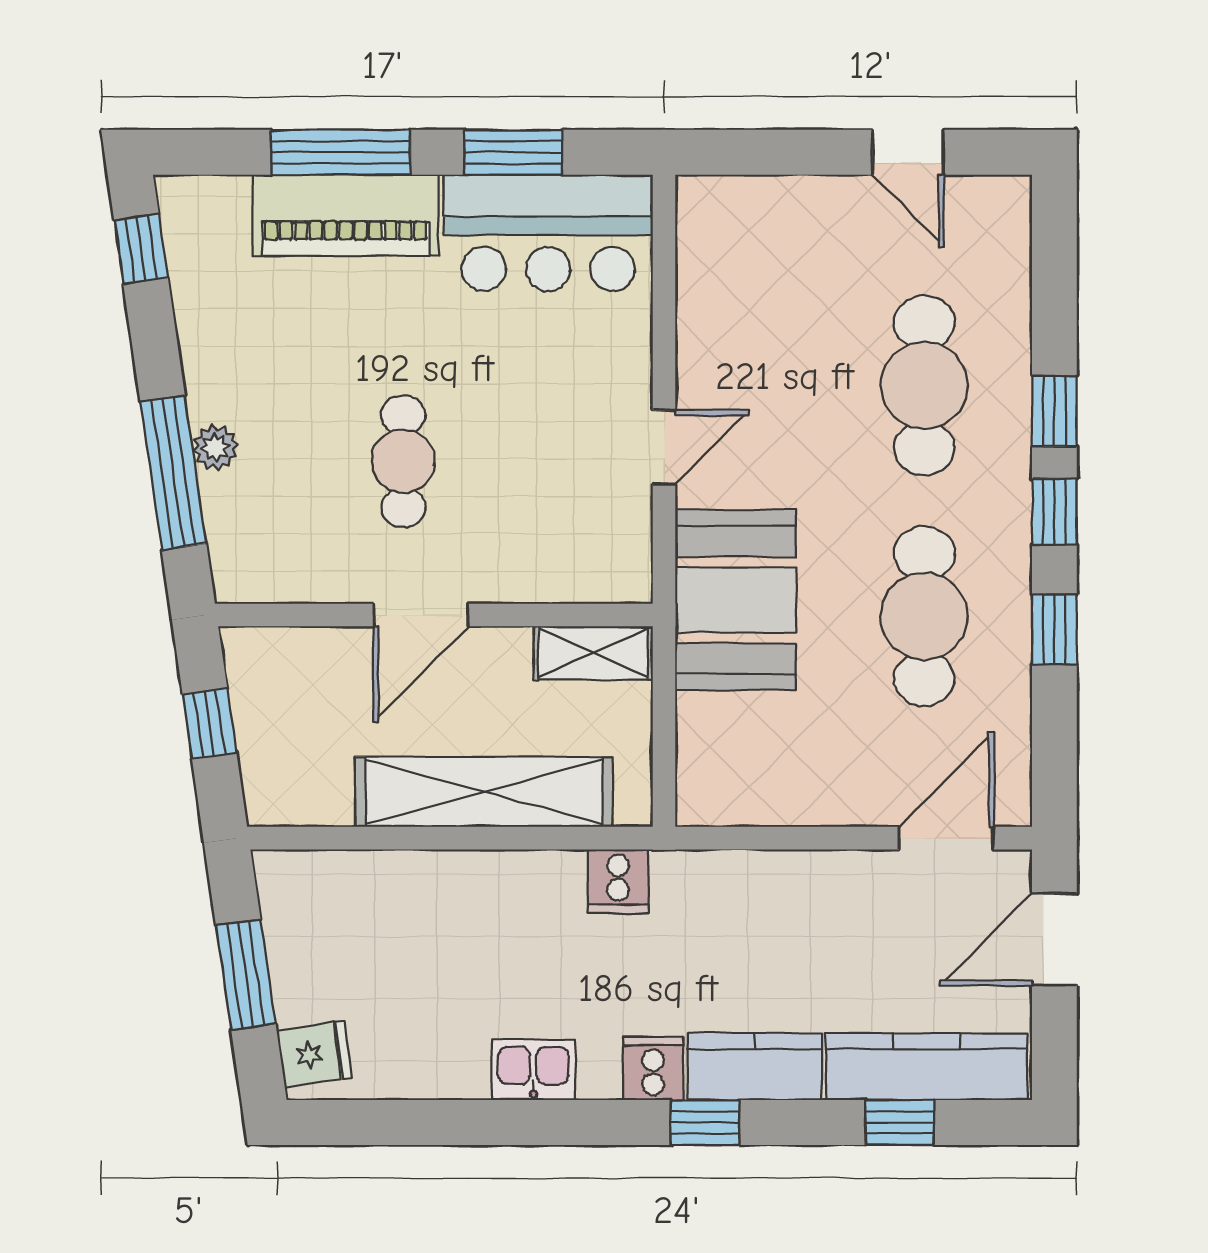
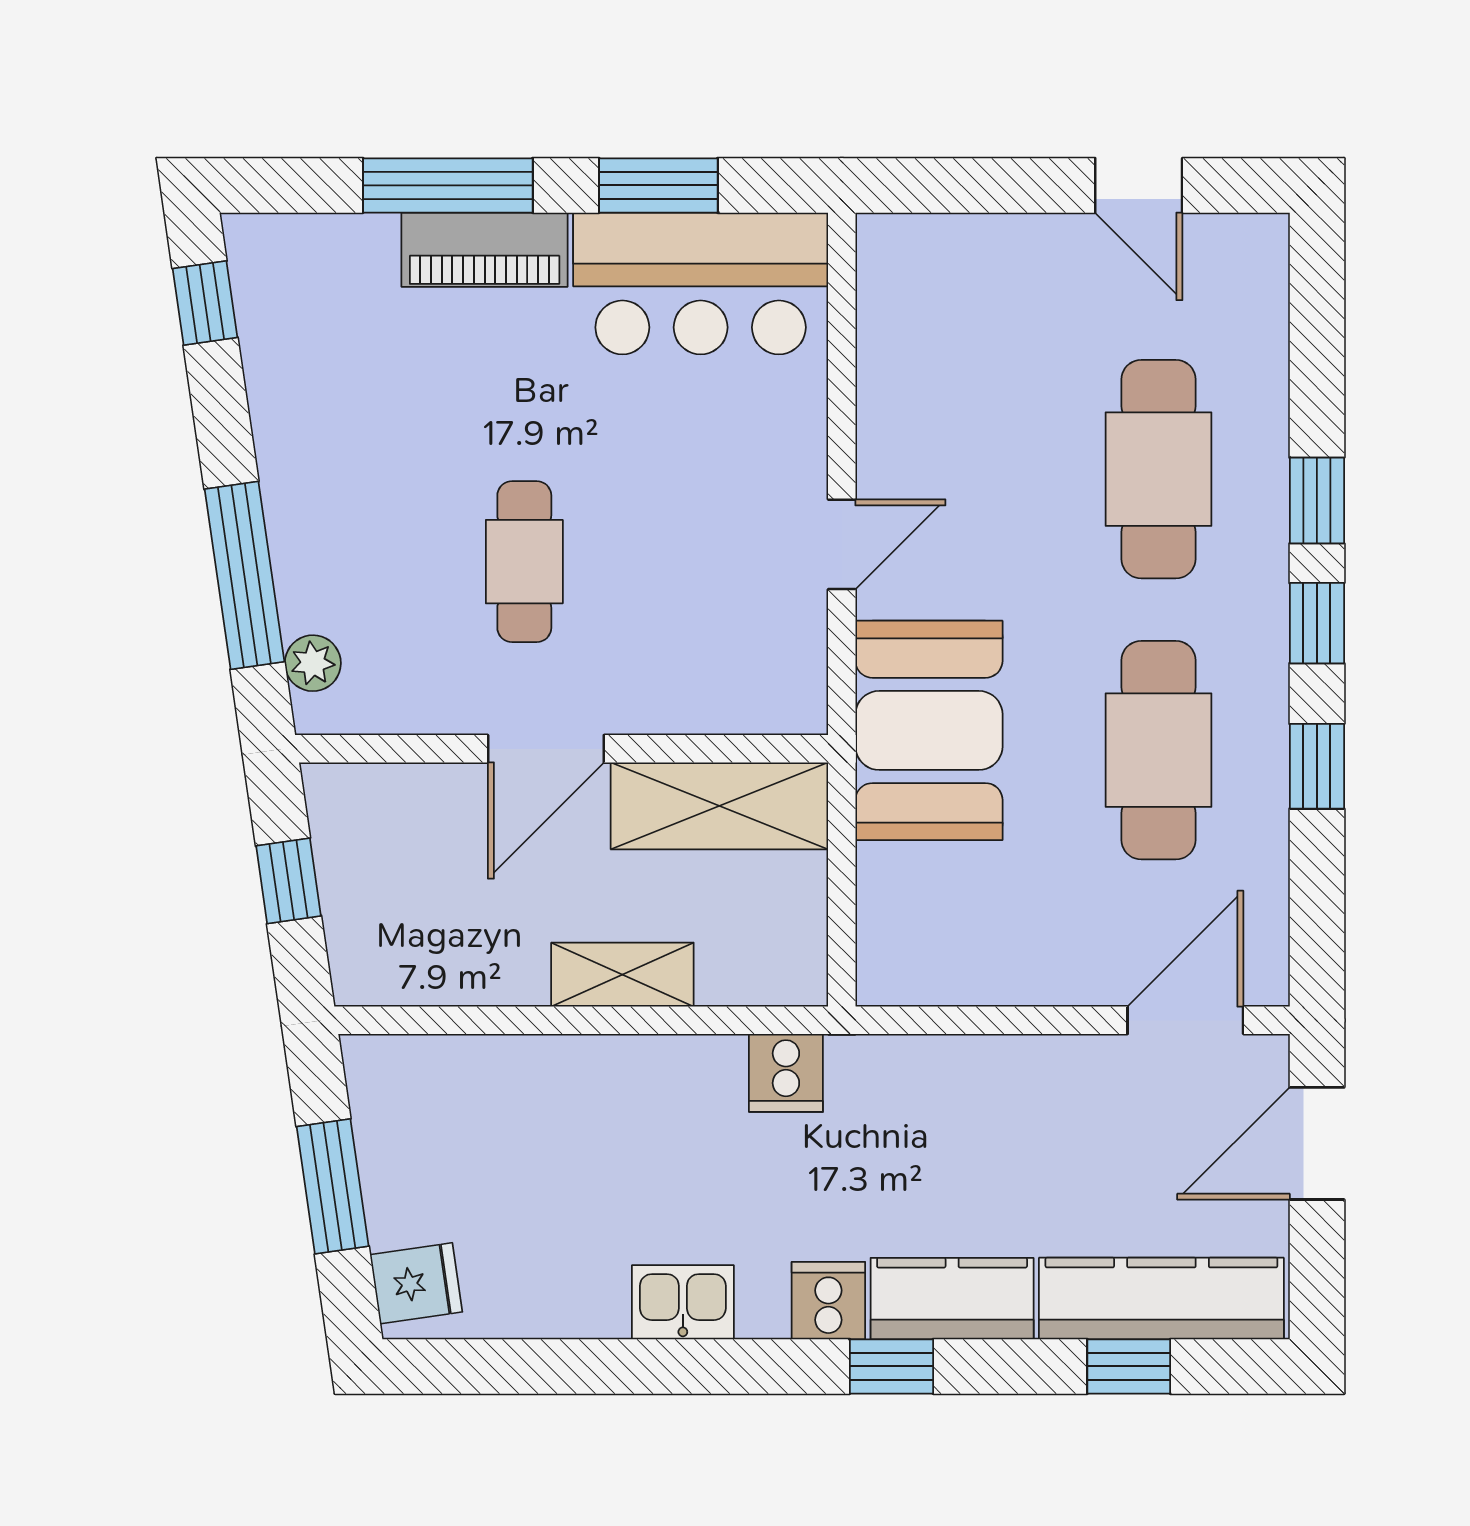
piano: (346, 215) -> (485, 250), width x0.73, depth x0.75
plant: (215, 448) -> (313, 663), moved
shelving: (593, 653) -> (719, 806), width x1.50, depth x1.33
shelving: (484, 792) -> (622, 975), width x0.45, depth x0.75

